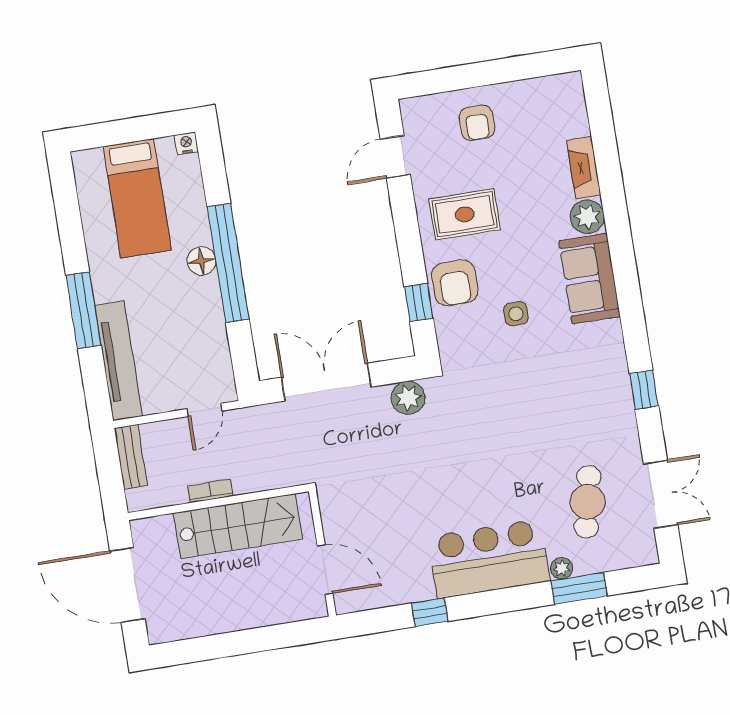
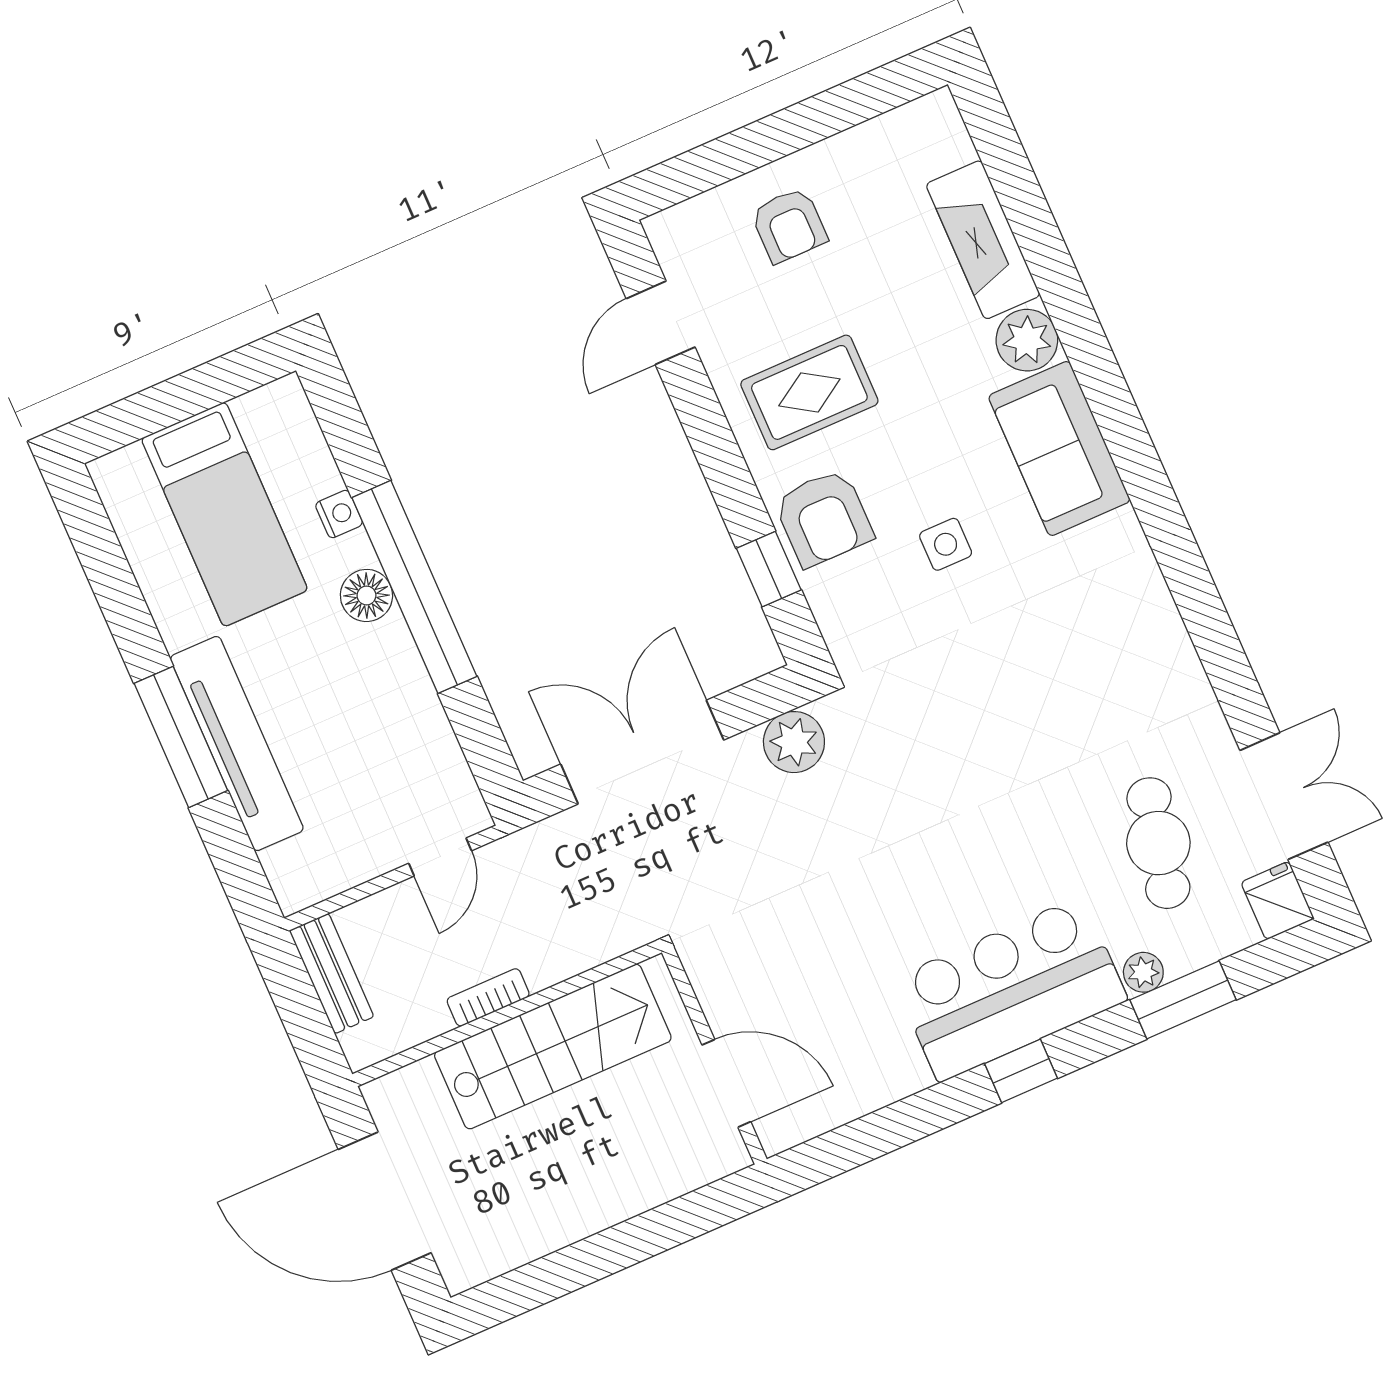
nightstand: (186, 143) -> (339, 514), moved, turned 90
fireplace: (584, 168) -> (983, 240), width x1.37, depth x1.32
tv unit: (118, 361) -> (237, 744), moved
window: (644, 390) -> (1206, 619), removed
fridge: (643, 549) -> (1277, 900), added
window: (430, 612) -> (1021, 1071), moved

